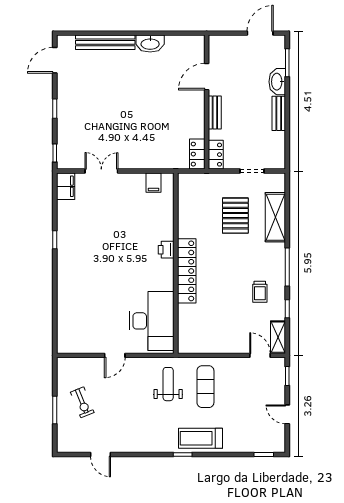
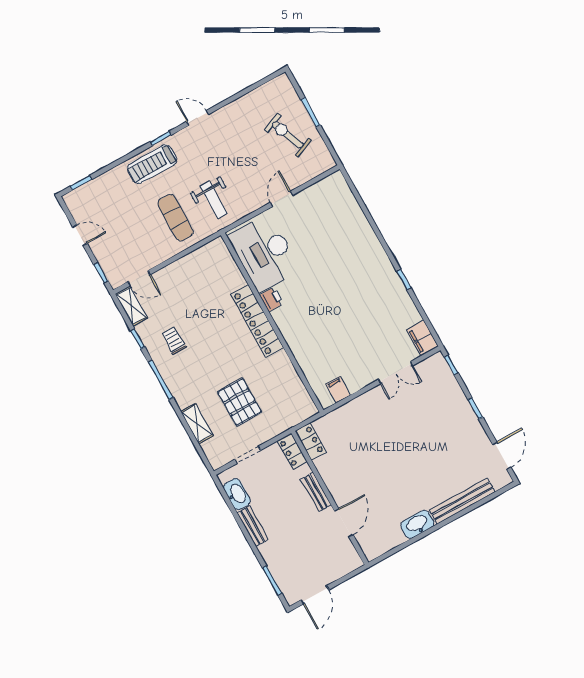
washbasin: (277, 82) -> (237, 494), moved
shelving: (275, 217) -> (197, 424), width x0.67, depth x0.75
printer: (166, 250) -> (271, 299), moved
exercise bike: (82, 402) -> (288, 135), width x1.38, depth x1.39
treadmill: (200, 438) -> (152, 164), turned 180
door: (101, 455) -> (198, 118), moved

